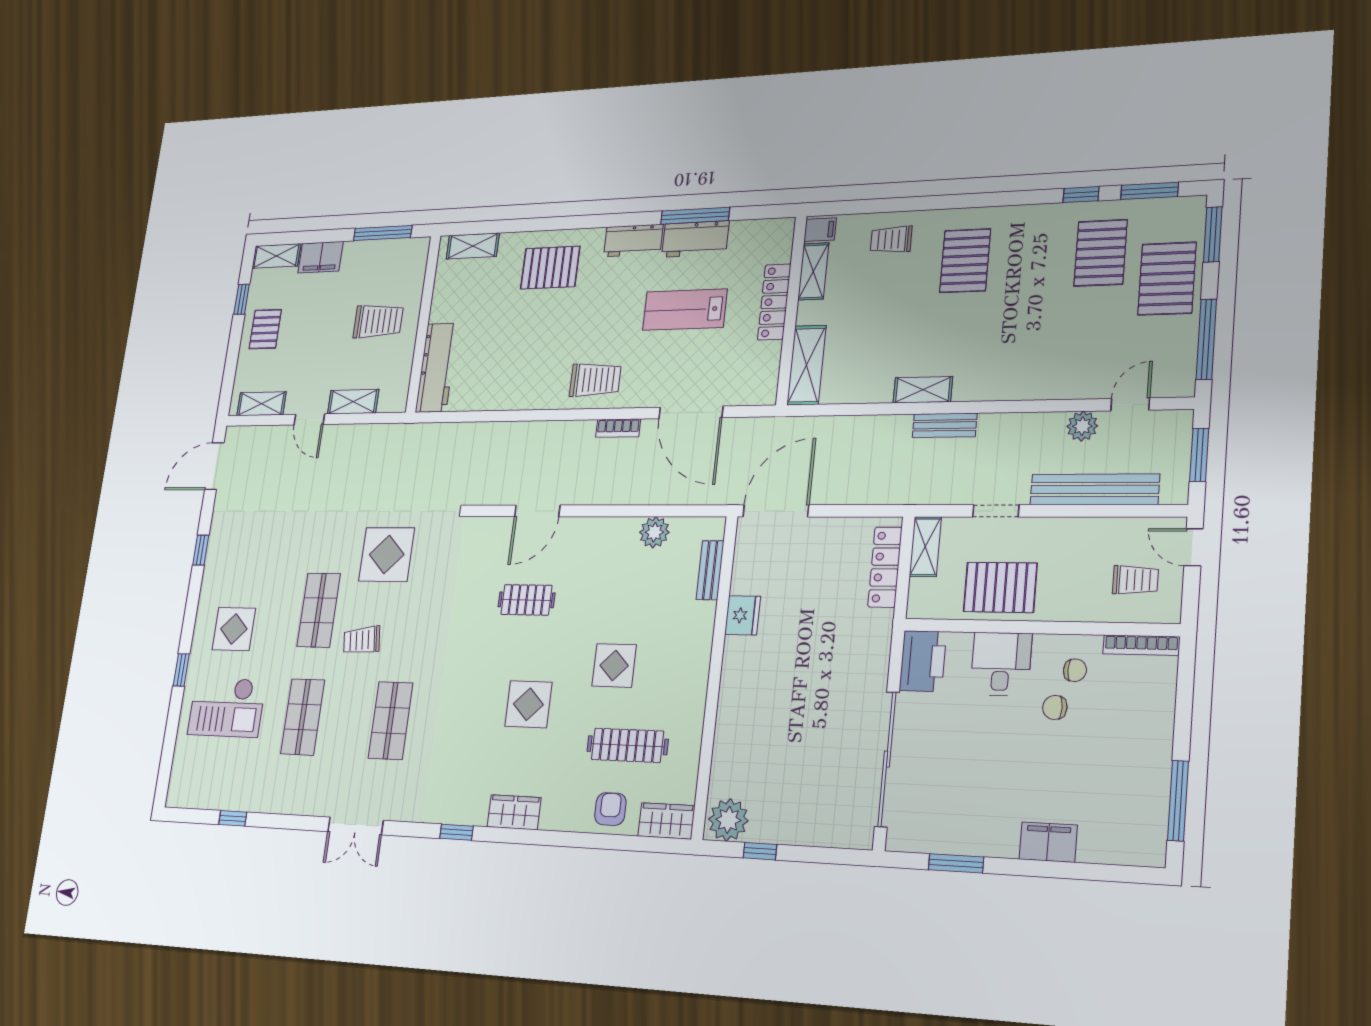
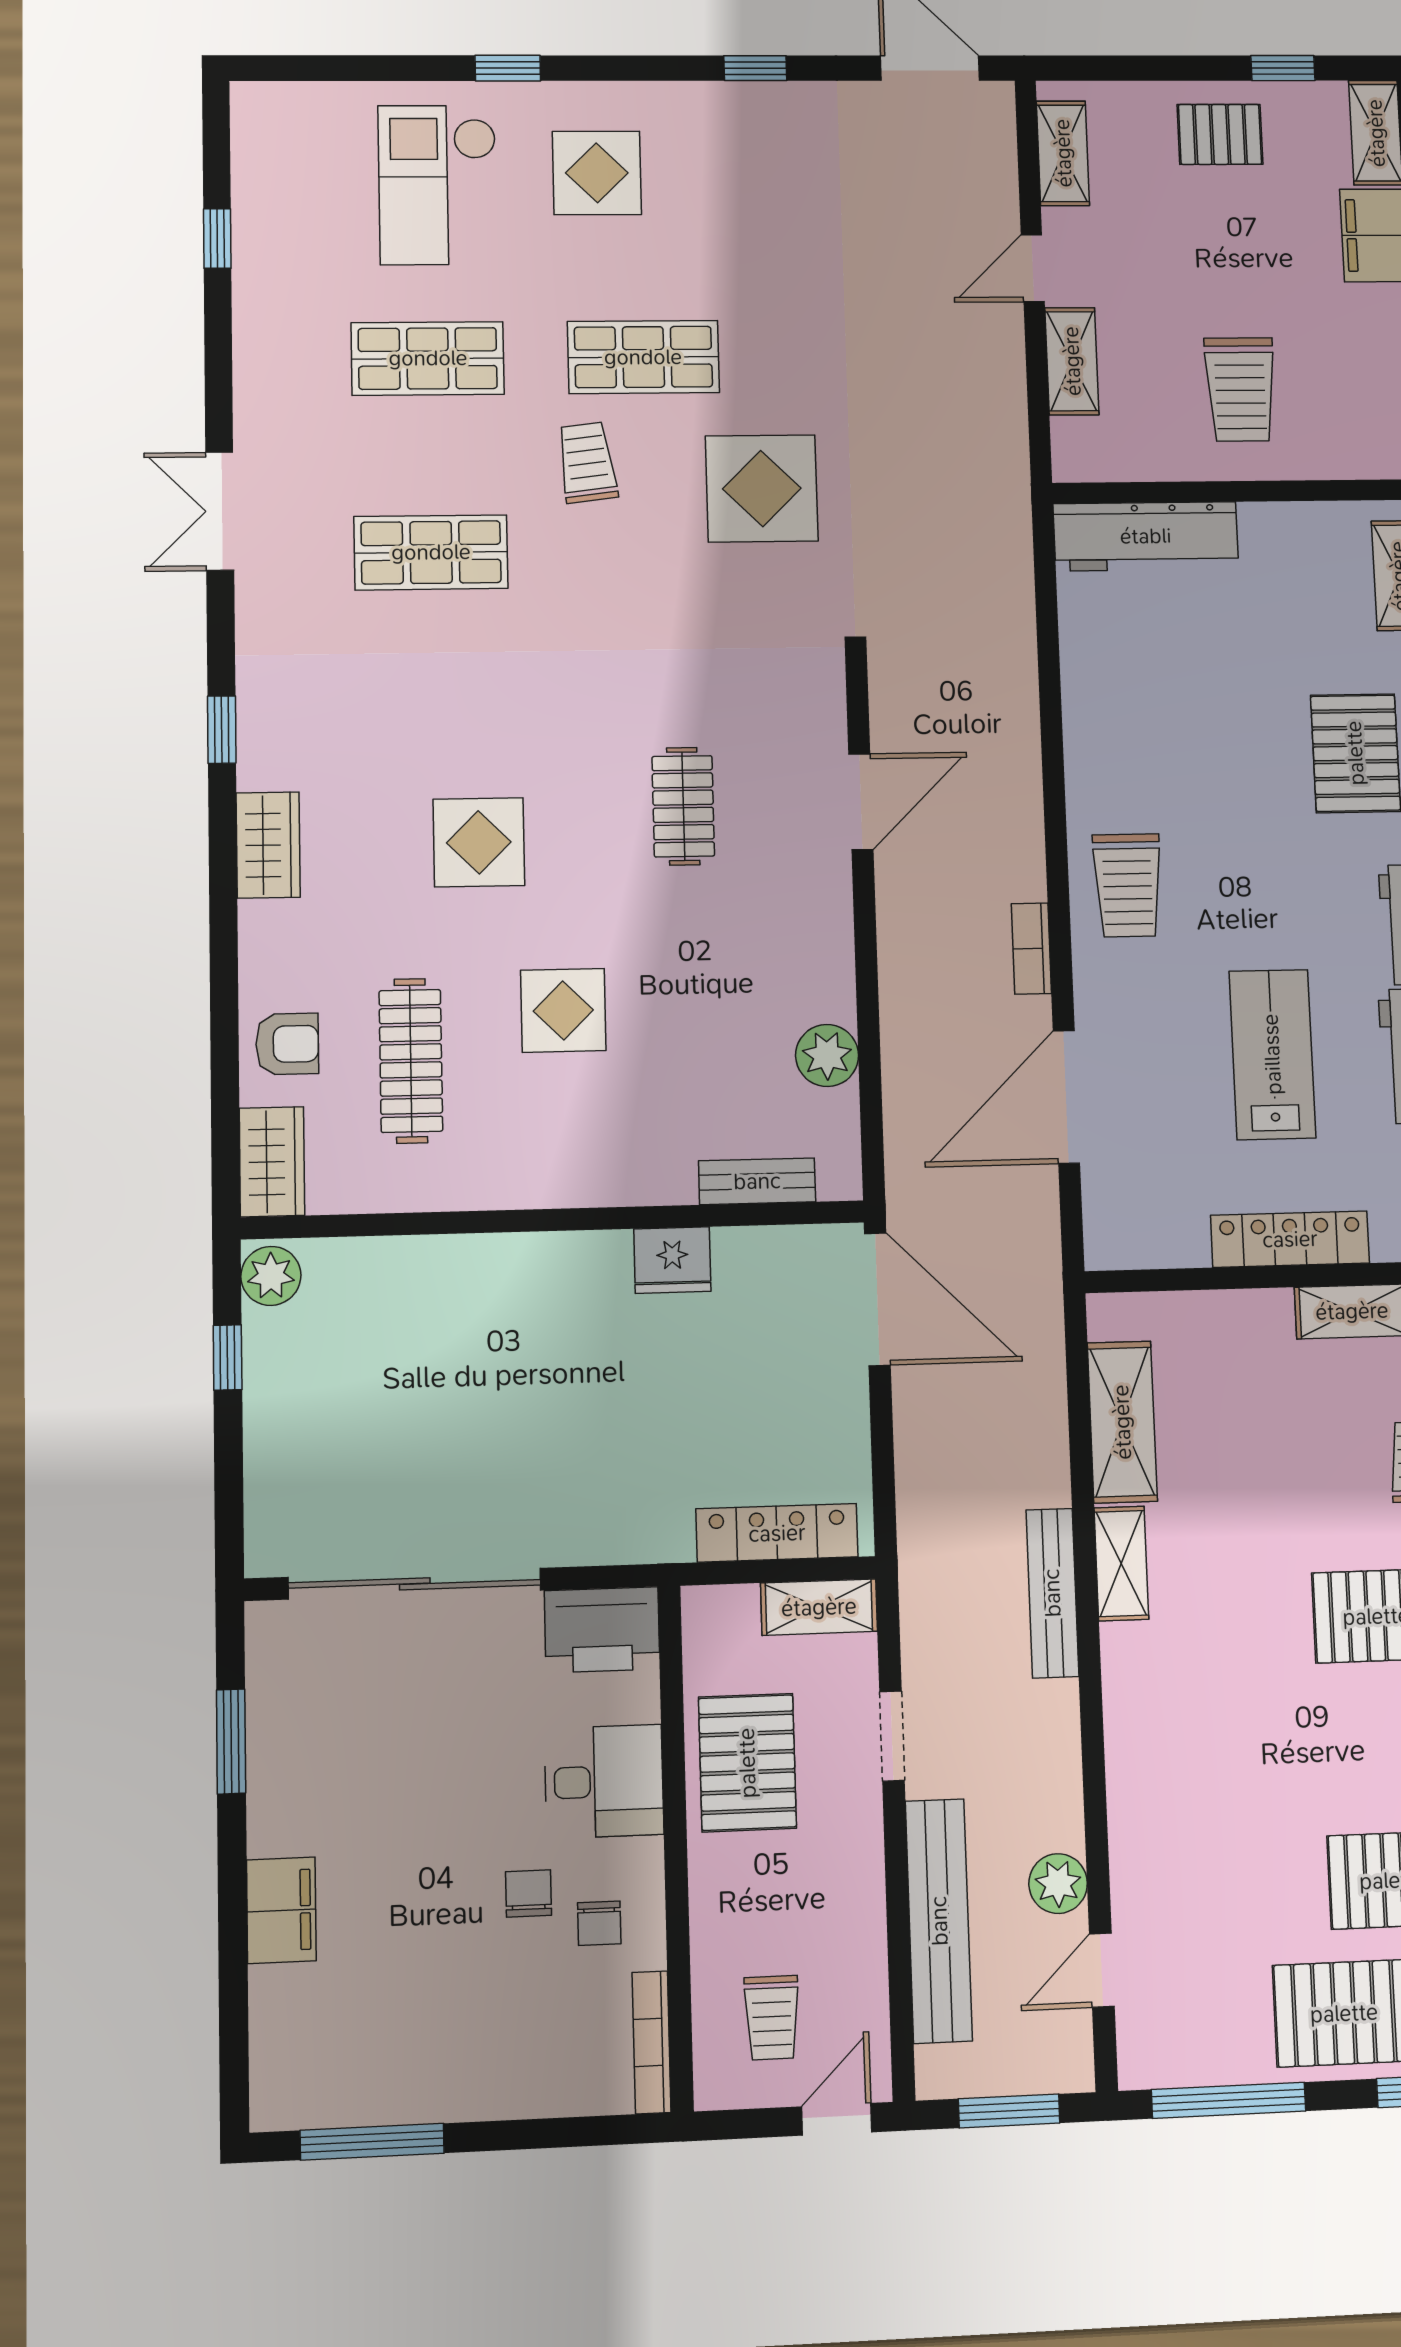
shelving: (807, 365) -> (1122, 1422), moved, turned 90
door: (1130, 404) -> (1102, 1970), swing flipped
bench: (945, 425) -> (1052, 1593), width x1.36
door: (537, 511) -> (861, 802), swing flipped
plant: (728, 820) -> (271, 1276), width x0.73, depth x0.73

